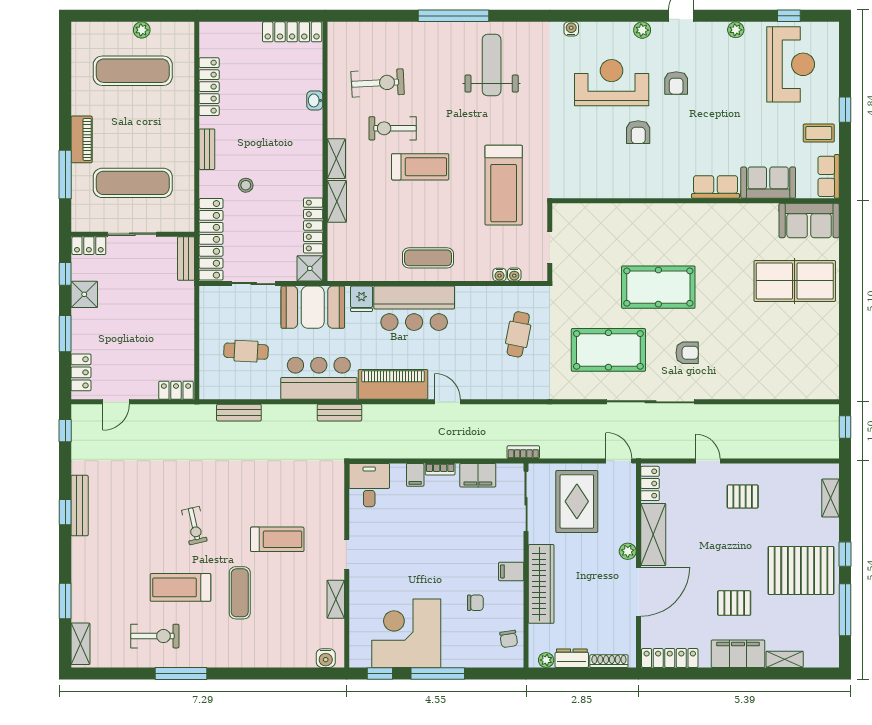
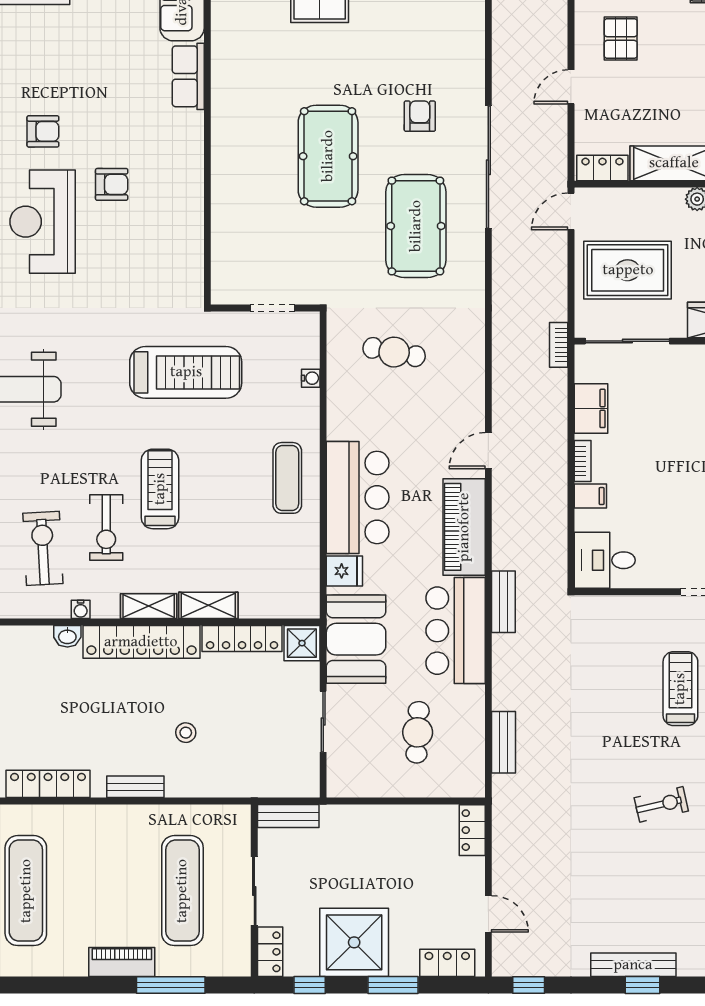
locker: (211, 239) -> (141, 642), moved, turned 180
water cooler: (514, 275) -> (81, 609), moved, turned 90
shower: (84, 294) -> (354, 942), width x1.86, depth x1.86

